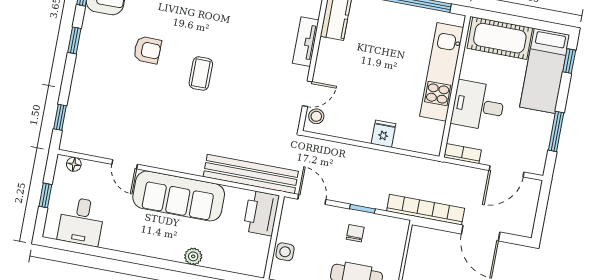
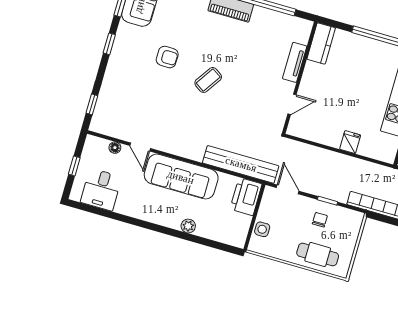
coffee table: (201, 73) -> (208, 80), turned 34
stool: (316, 116) -> (298, 123), removed
floor lamp: (74, 164) -> (115, 148), moved

